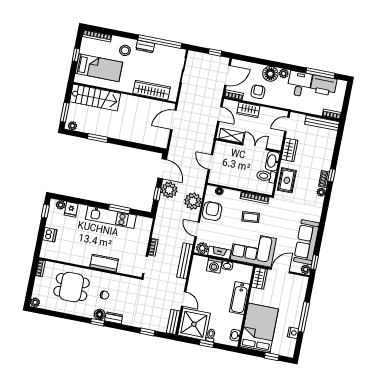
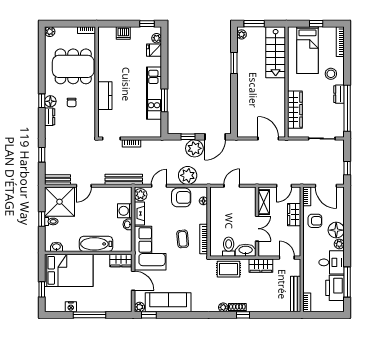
dining table: (71, 287) -> (73, 66), width x1.38

